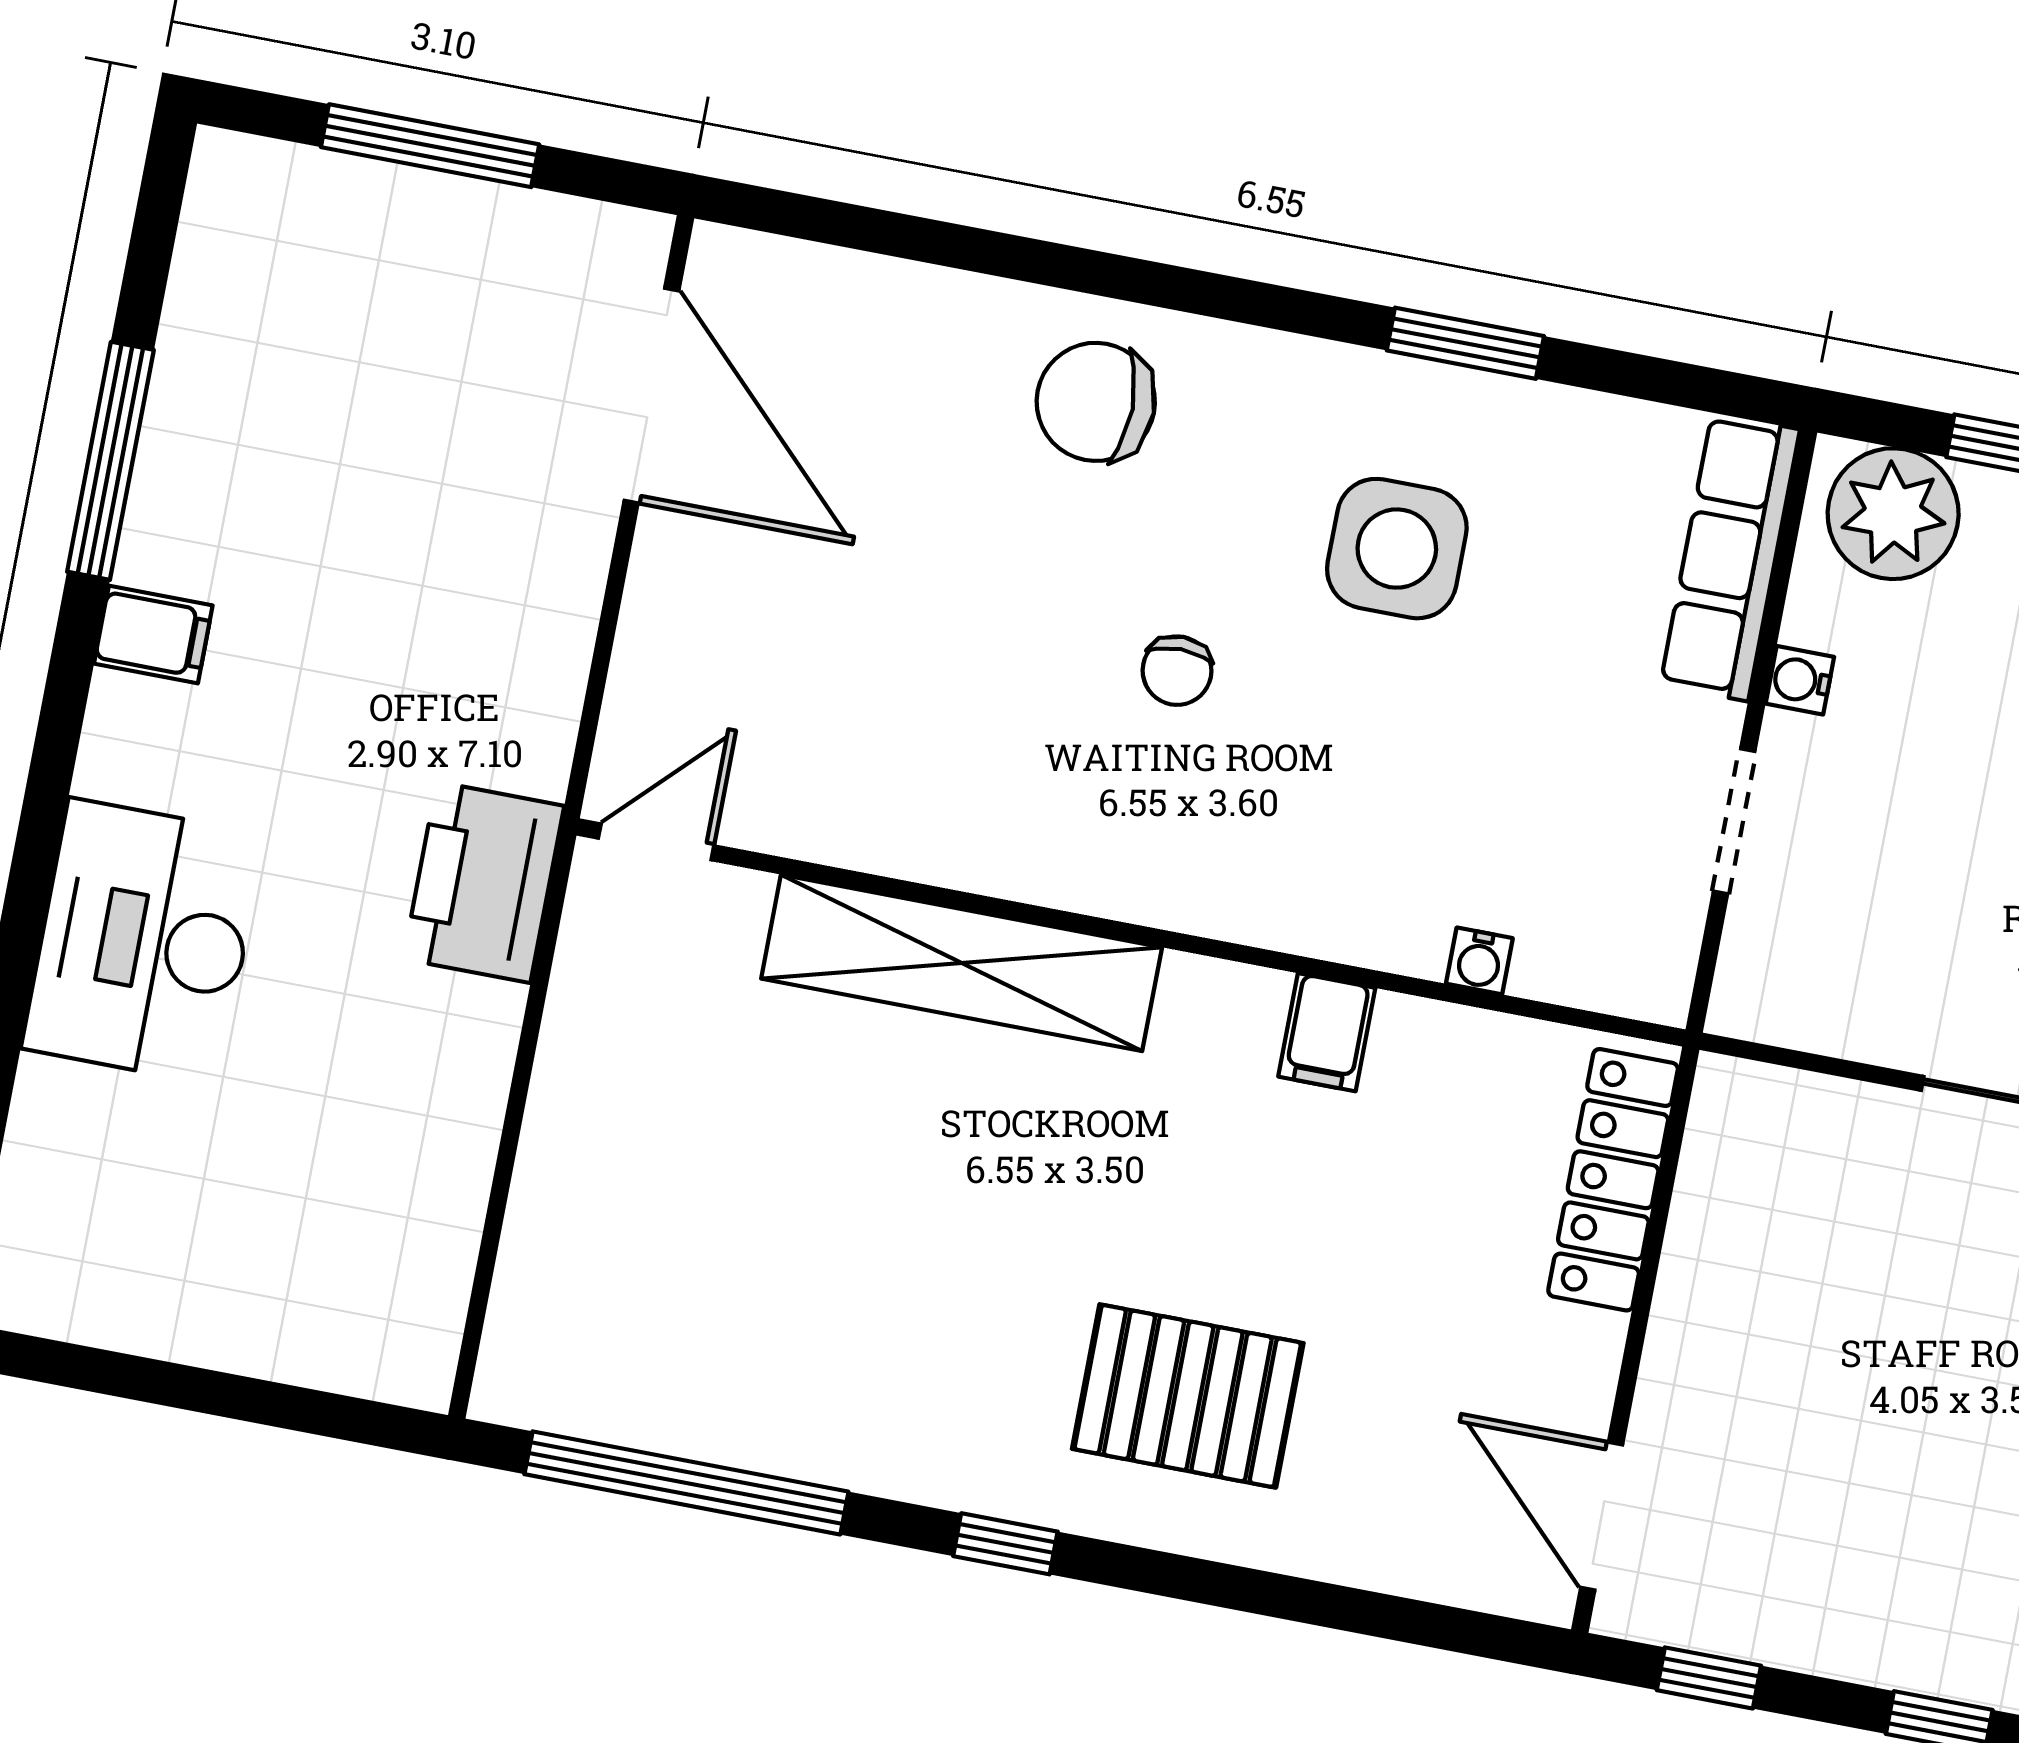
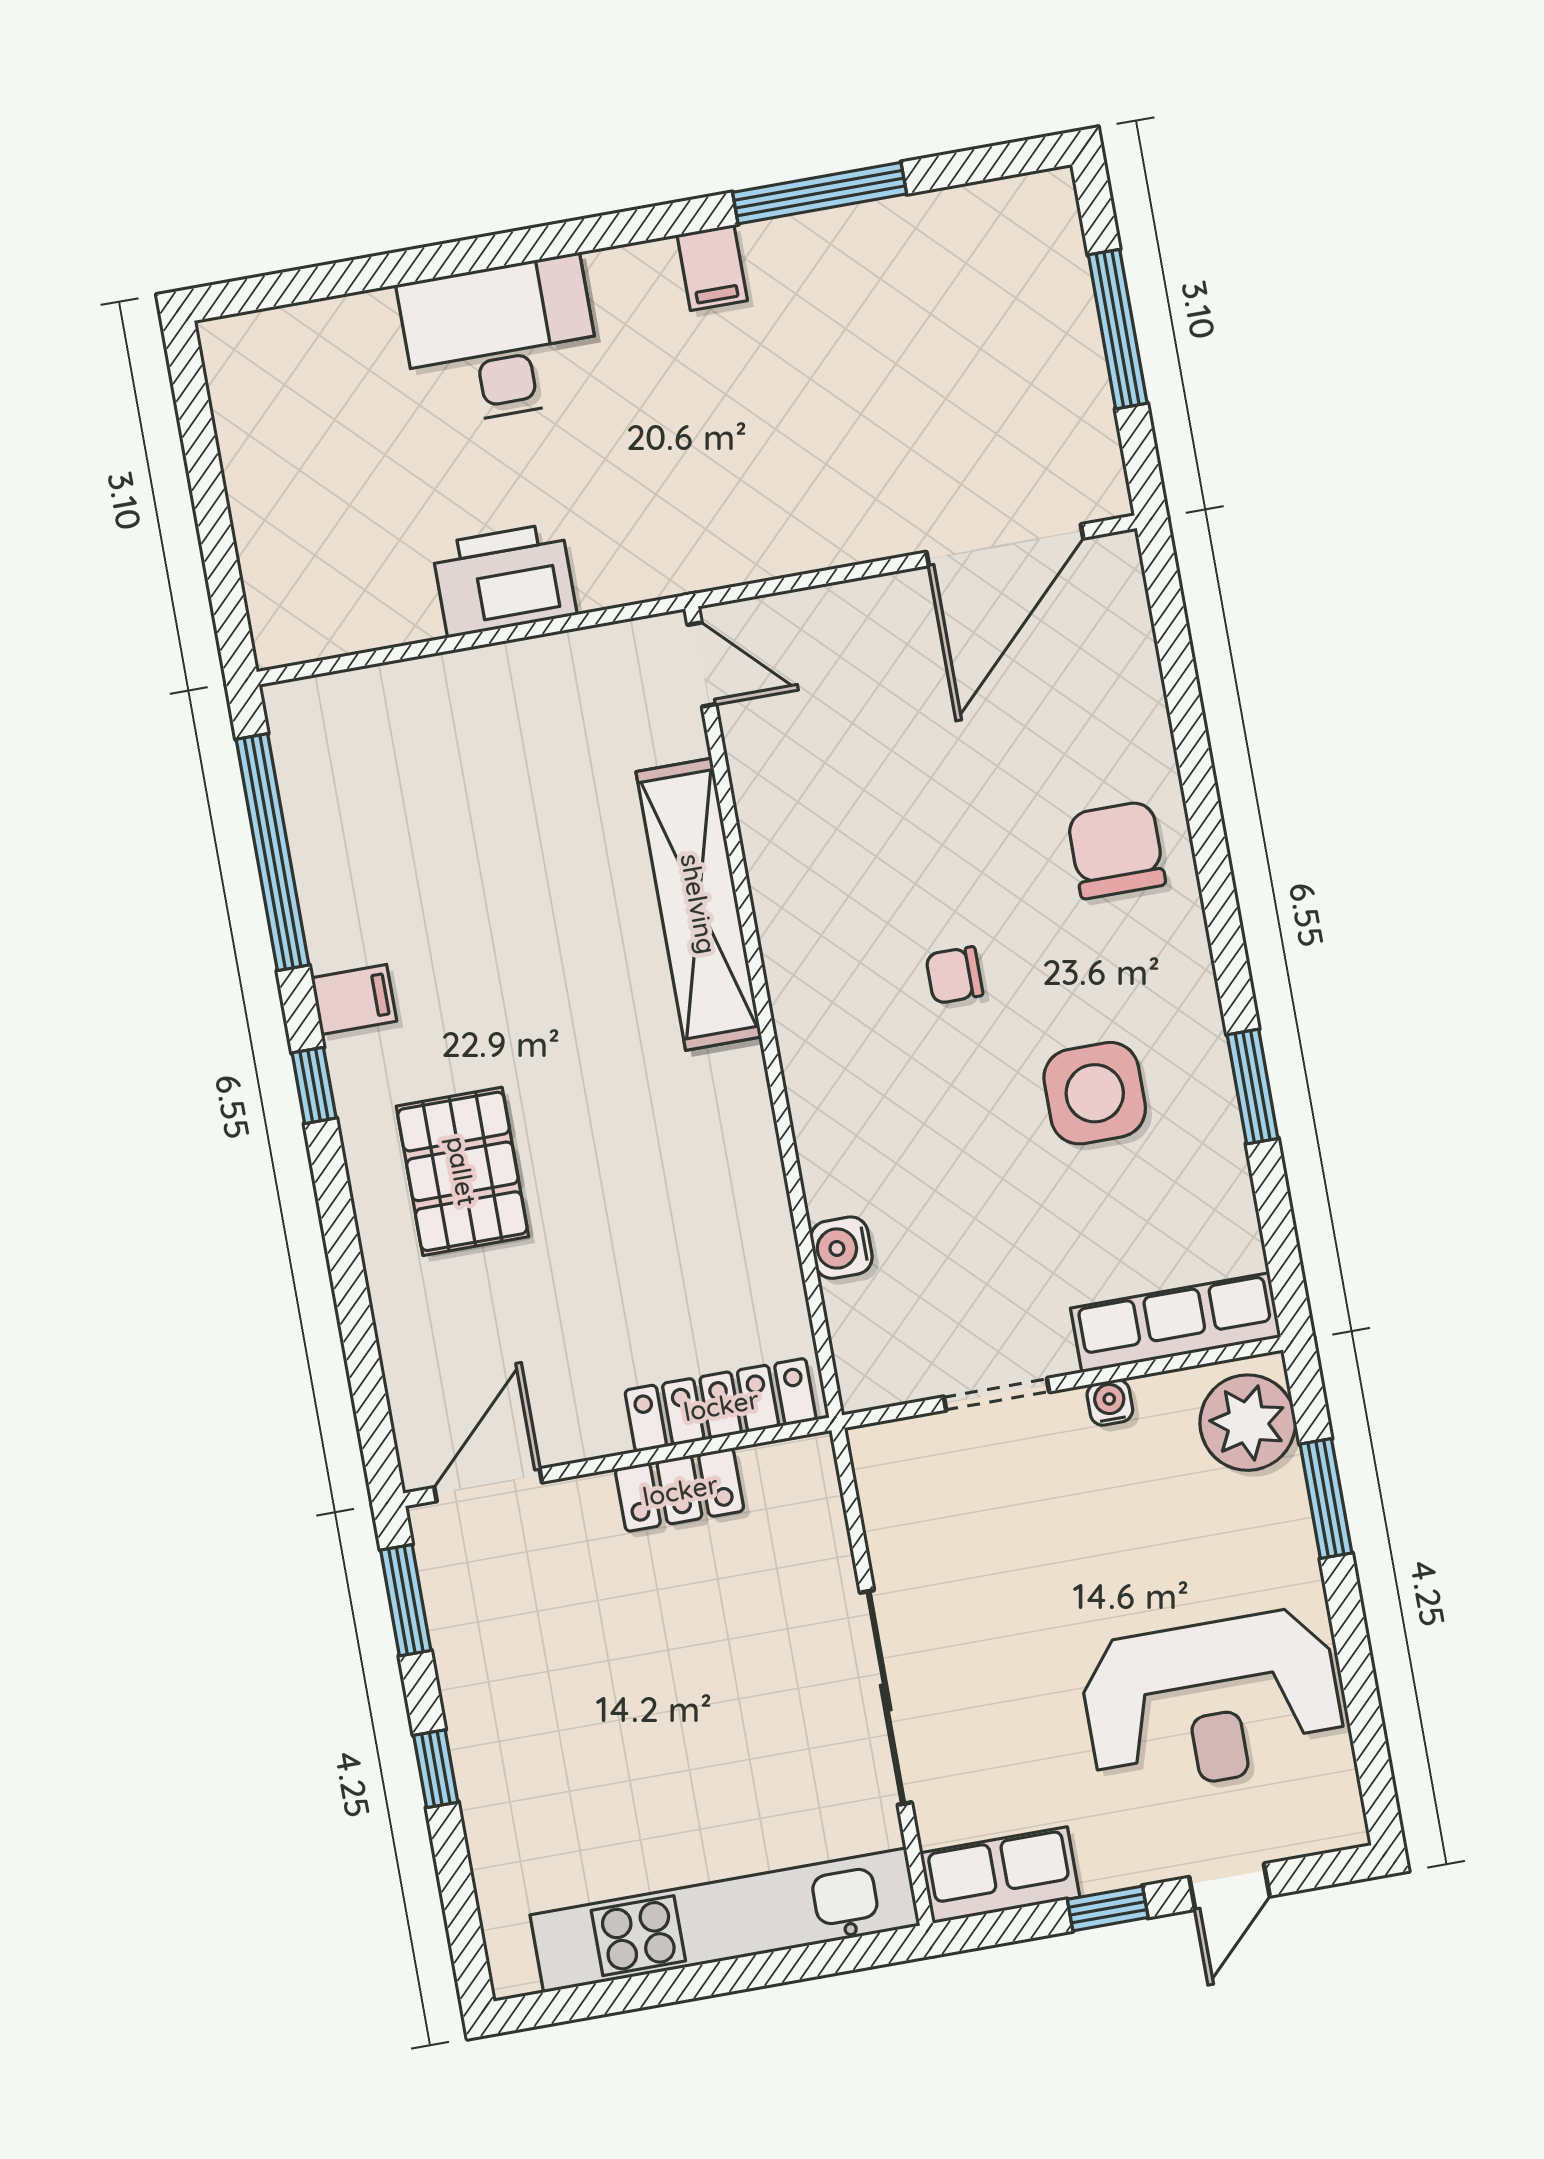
printer: (484, 882) -> (504, 580), moved
water cooler: (1479, 961) -> (841, 1248), width x1.38, depth x1.38
filing cabinet: (1327, 1032) -> (354, 999), moved, turned 180
locker: (1701, 1274) -> (680, 1490), added
window: (1709, 1678) -> (406, 1600), width x1.50

